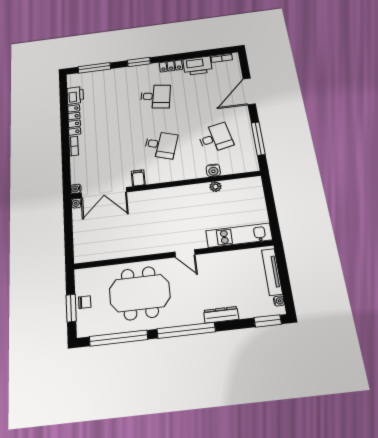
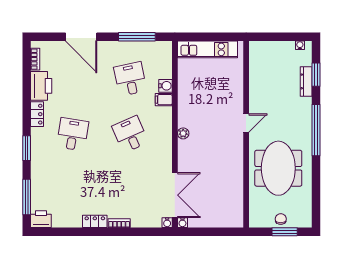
printer: (75, 95) -> (41, 219), moved
locker: (74, 120) -> (95, 221), width x0.66
desk: (161, 145) -> (130, 134), turned -42
filing cabinet: (138, 178) -> (164, 100), moved
plant: (216, 187) -> (183, 133), moved
kitchen unit: (239, 235) -> (207, 49), moved, turned -90
tv unit: (272, 272) -> (273, 47), removed
dresser: (221, 315) -> (306, 81), moved
window: (268, 321) -> (316, 75), moved
window: (118, 338) -> (316, 190), removed

